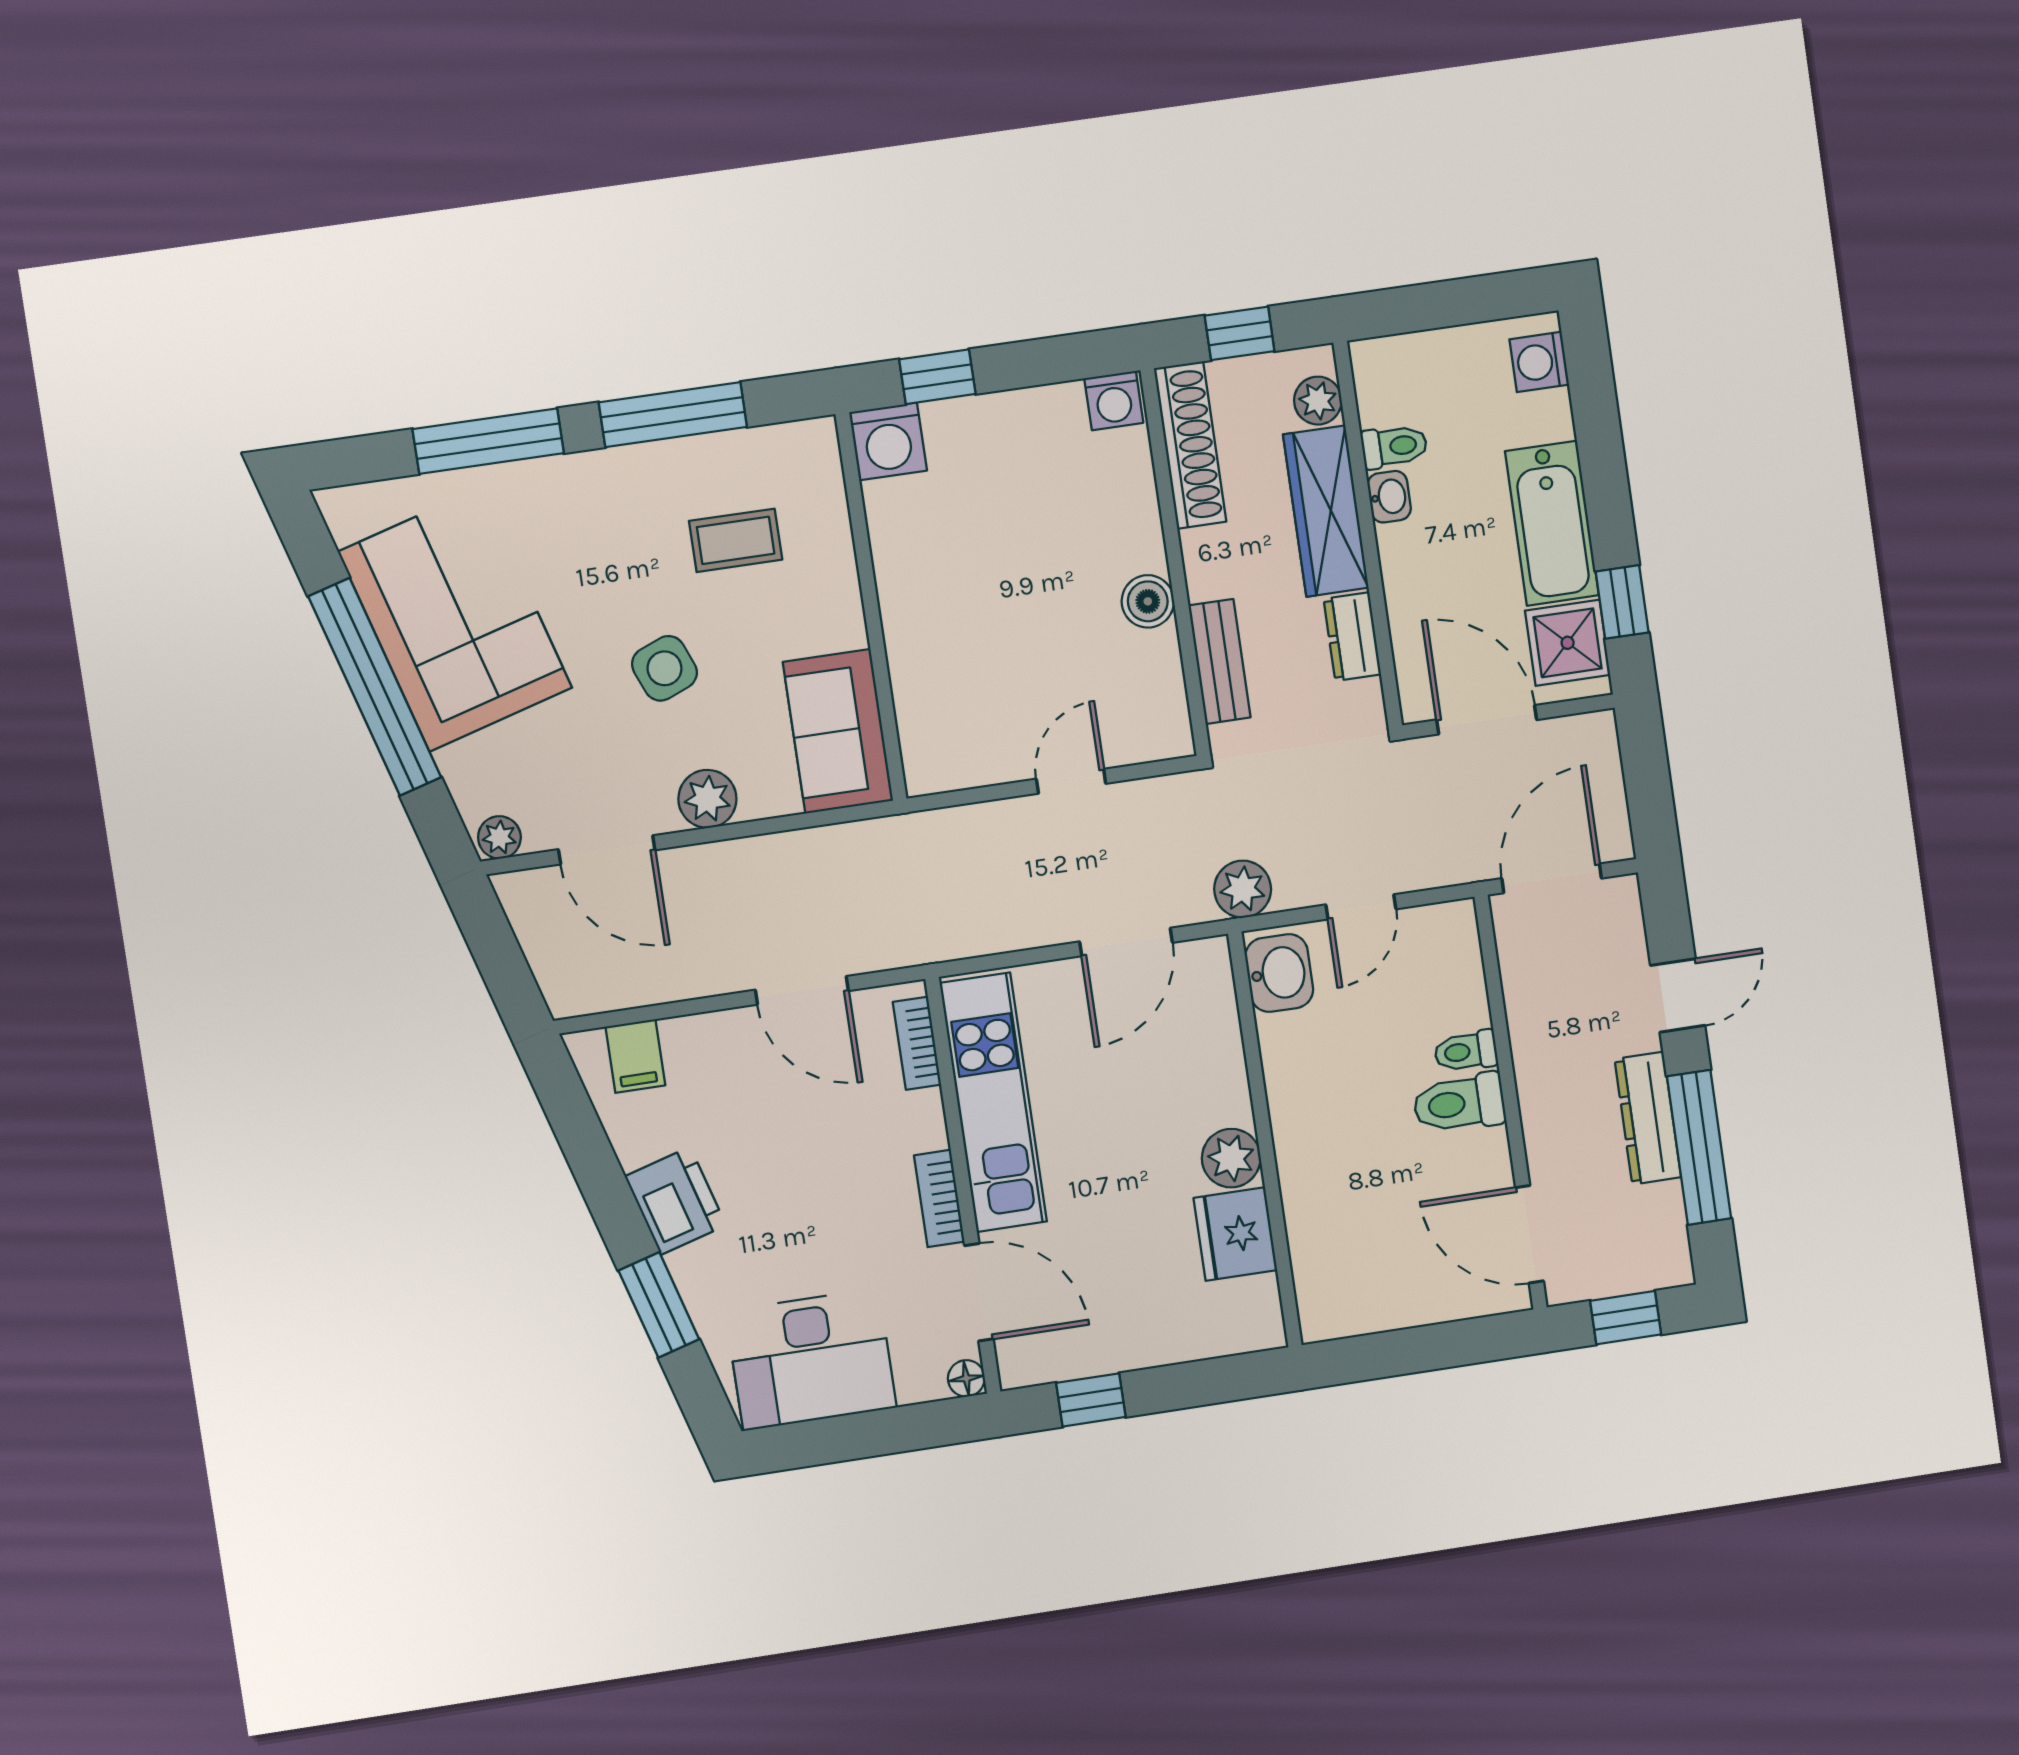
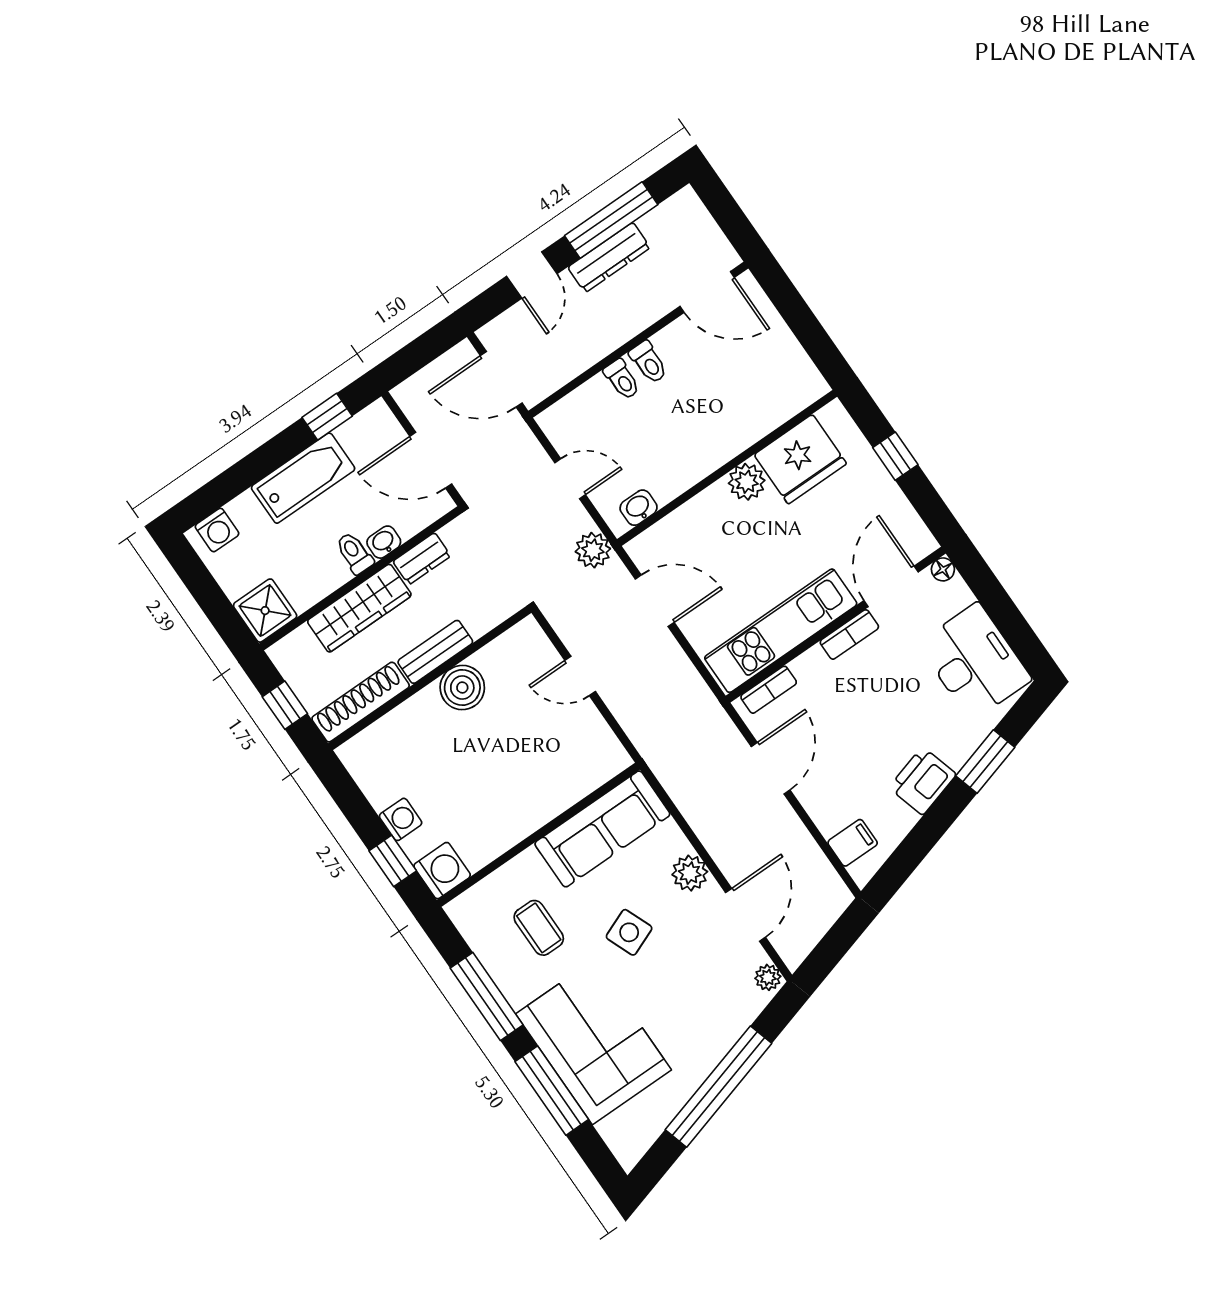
washing machine: (1114, 401) -> (401, 819), moved
plant: (1318, 401) -> (300, 643), removed
toilet: (1394, 446) -> (354, 553), moved
washbasin: (1389, 497) -> (384, 542), moved
boiler: (1148, 601) -> (462, 688), width x1.36, depth x1.36
corner sofa: (455, 620) -> (594, 1042), moved, turned 106
shower: (1568, 643) -> (265, 611), moved
bench: (1219, 661) -> (435, 652), moved
door: (1487, 720) -> (431, 460), hinge flipped
sofa: (838, 731) -> (602, 829), width x1.36
washbasin: (1279, 973) -> (639, 508), width x0.72, depth x0.69
door: (1678, 995) -> (532, 275), swing flipped
toilet: (1459, 1103) -> (649, 362), width x0.73, depth x0.72
fridge: (1235, 1234) -> (800, 459), width x1.36, depth x1.34
door: (1529, 1234) -> (707, 292), hinge flipped
window: (1626, 1318) -> (727, 214), removed
window: (1091, 1400) -> (895, 456), moved

